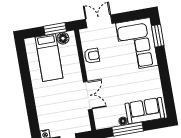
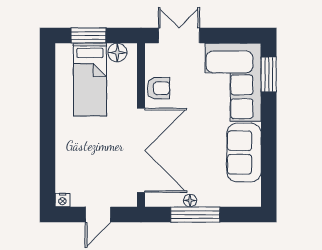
window: (55, 29) -> (88, 35), moved
double door: (88, 96) -> (141, 150), width x1.87
sofa: (145, 111) -> (244, 152), moved, turned -90

